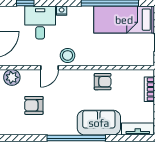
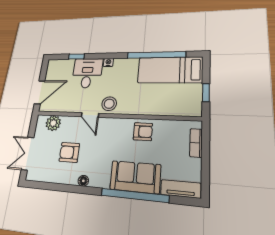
door: (49, 68) -> (90, 115), hinge flipped
floor lamp: (52, 130) -> (83, 181), added
window: (76, 138) -> (134, 195), moved

